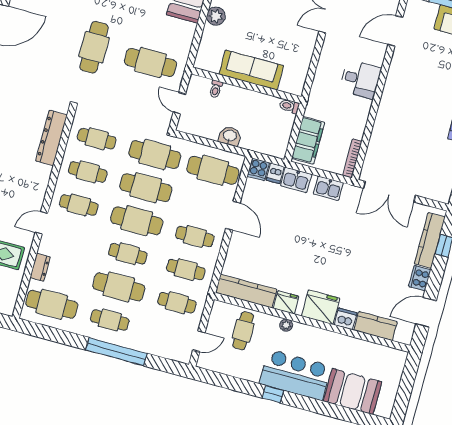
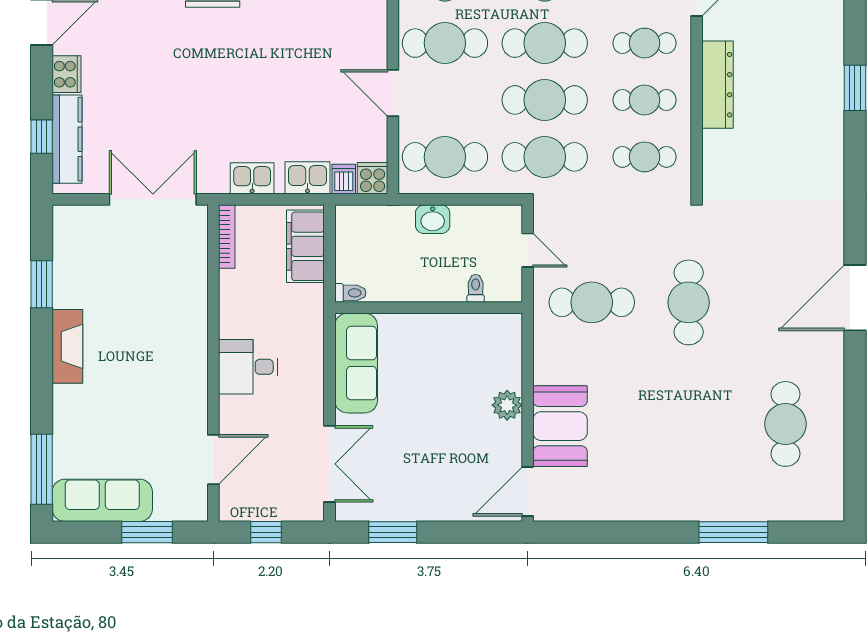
sofa: (251, 70) -> (356, 363), moved, turned -90
dresser: (51, 138) -> (717, 85), moved
cafe table: (195, 237) -> (445, 43), width x1.37, depth x1.35

